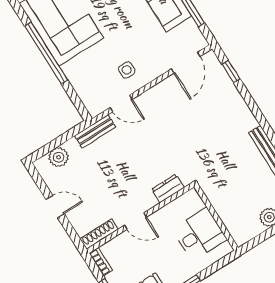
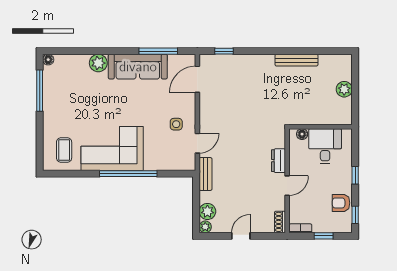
door: (186, 63) -> (197, 79), swing flipped
plant: (42, 165) -> (205, 227), added
dresser: (168, 188) -> (278, 161), moved
floor lamp: (197, 203) -> (302, 134), added
shoe rack: (99, 234) -> (280, 222), width x0.70

